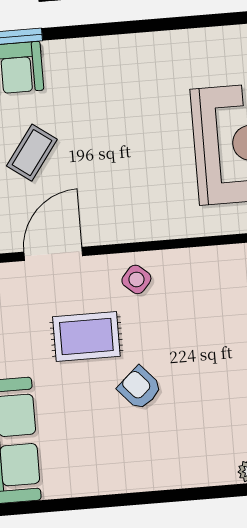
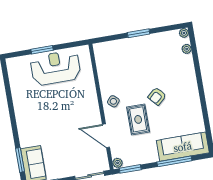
coffee table: (32, 153) -> (66, 148), removed

